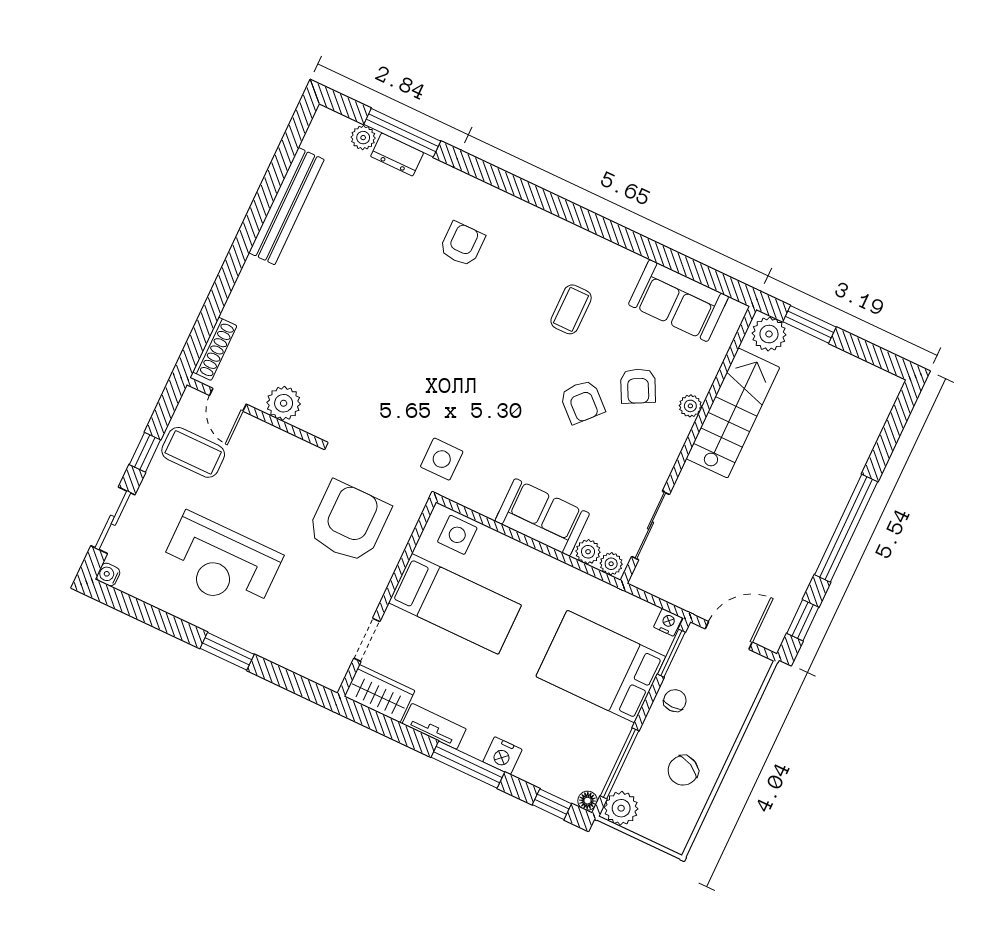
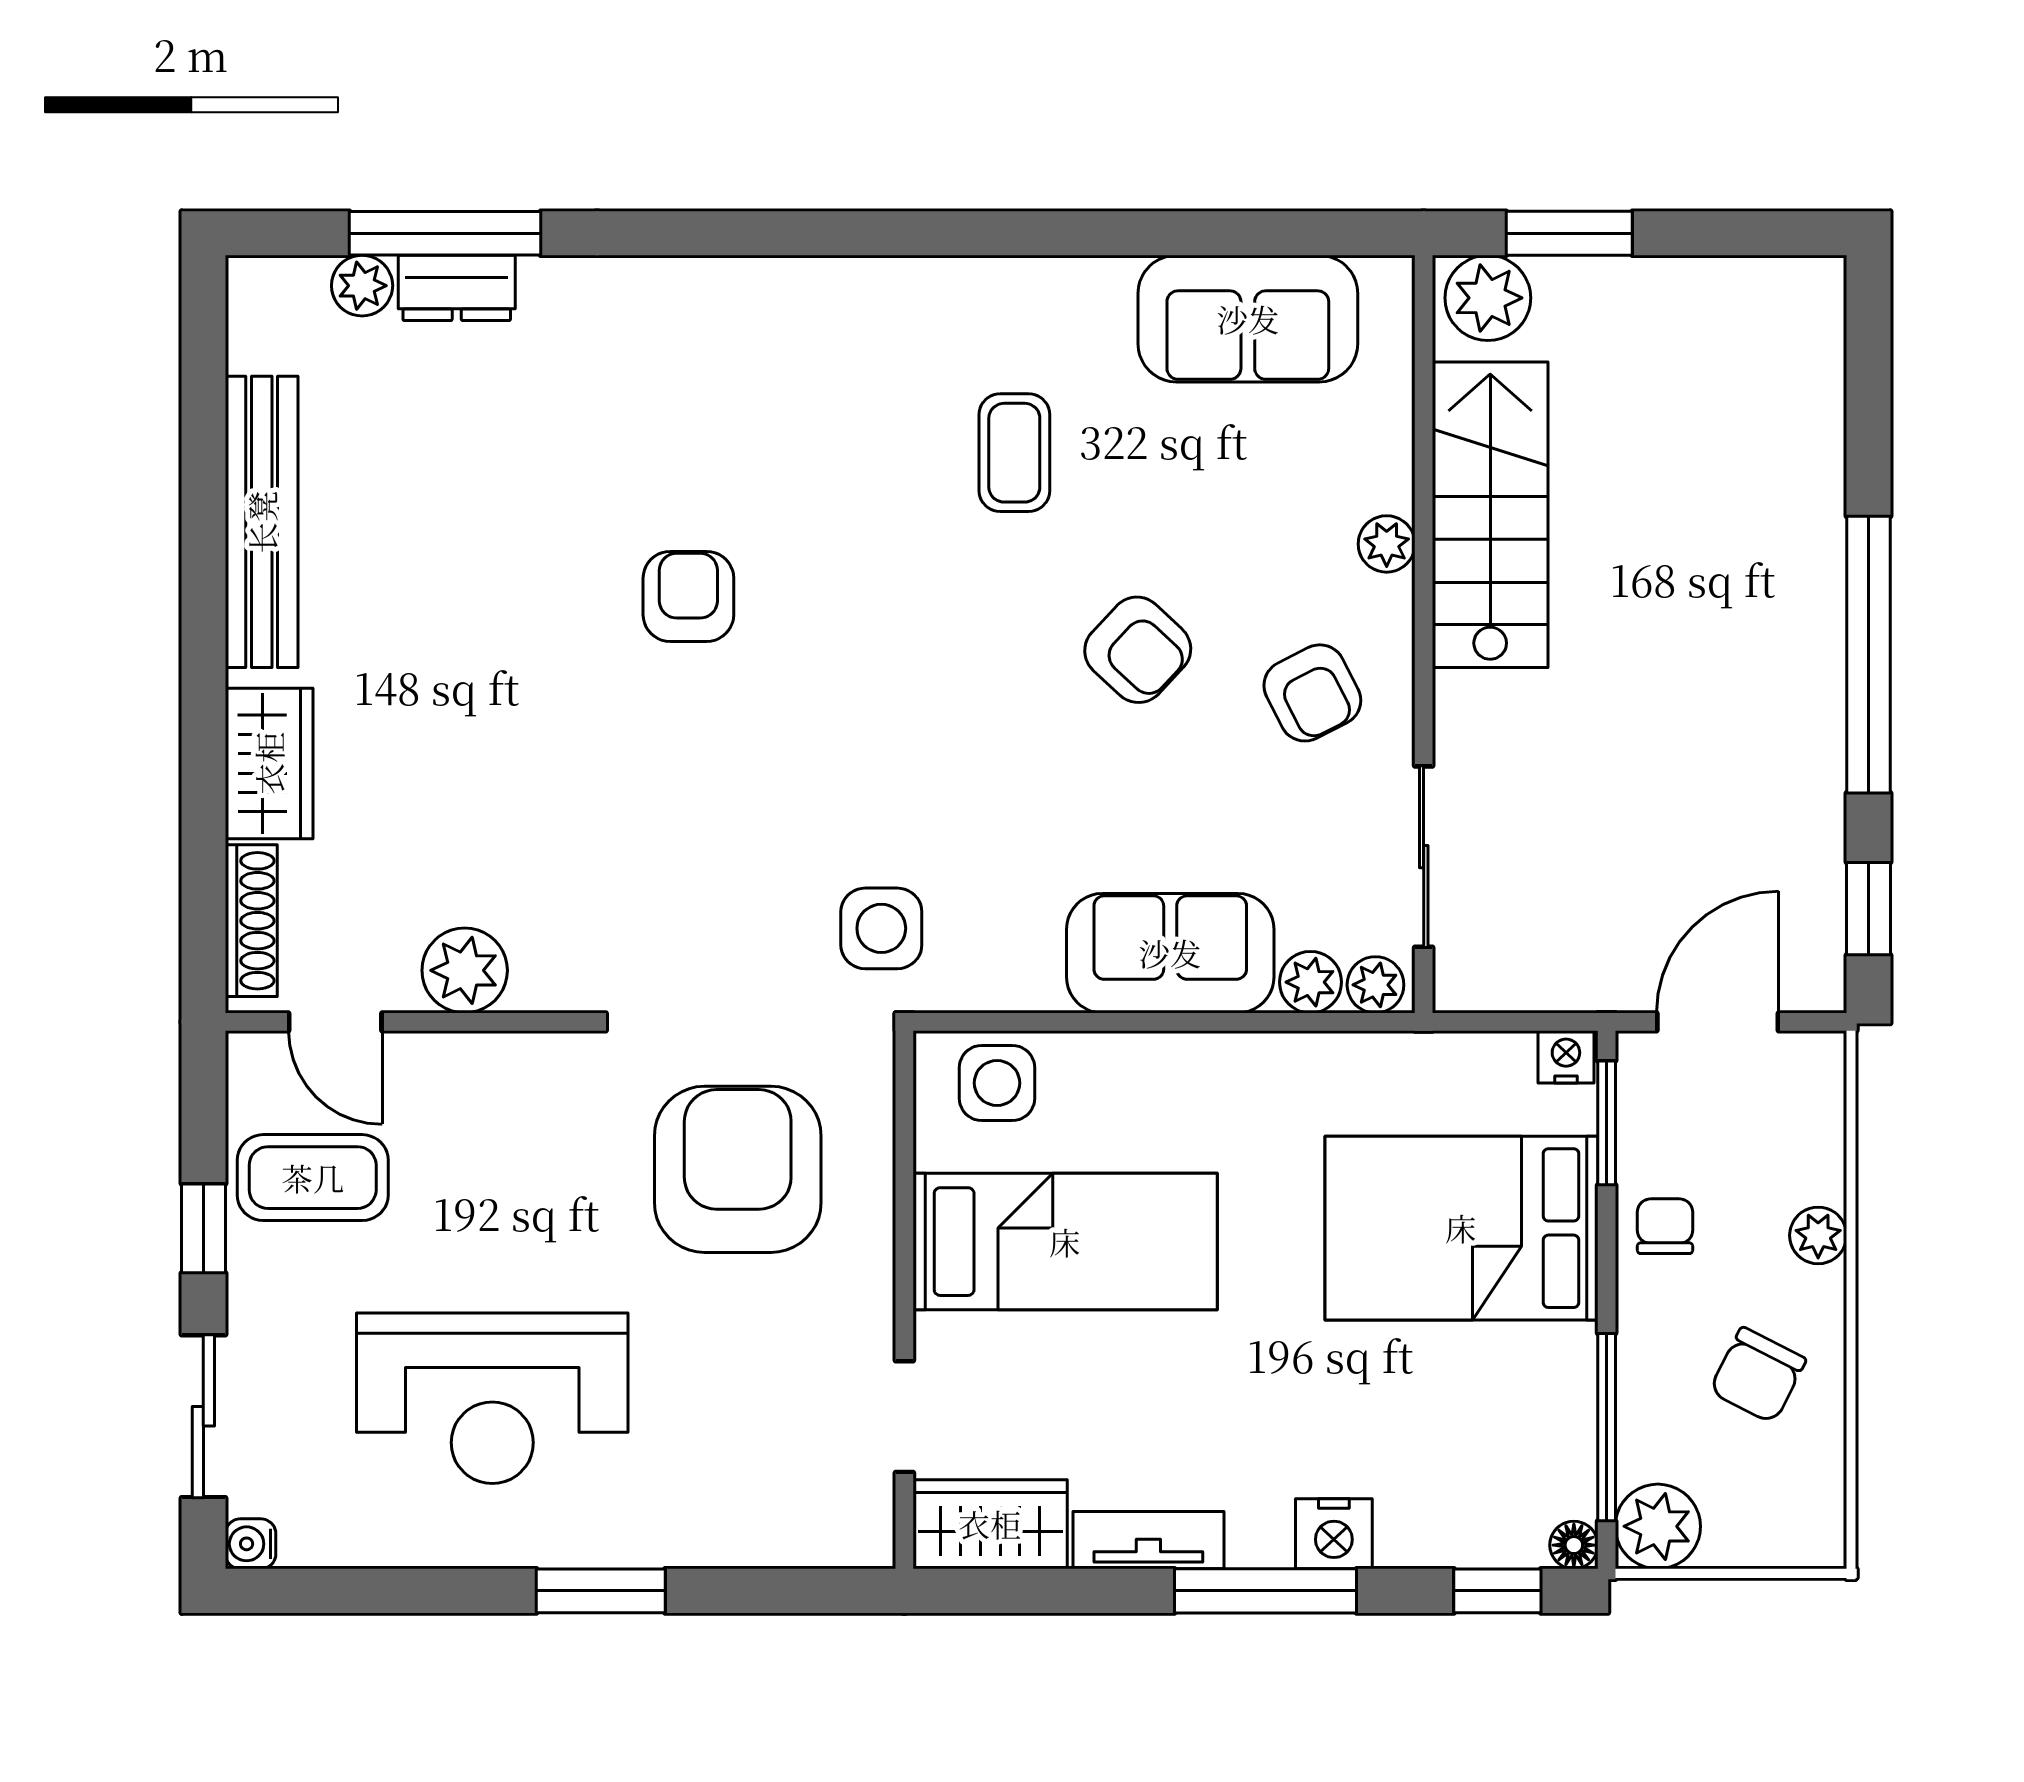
armchair: (462, 244) -> (688, 596), moved
wardrobe: (248, 295) -> (269, 763), added
armchair: (638, 386) -> (1312, 693), moved
plant: (729, 730) -> (1818, 1235), added

